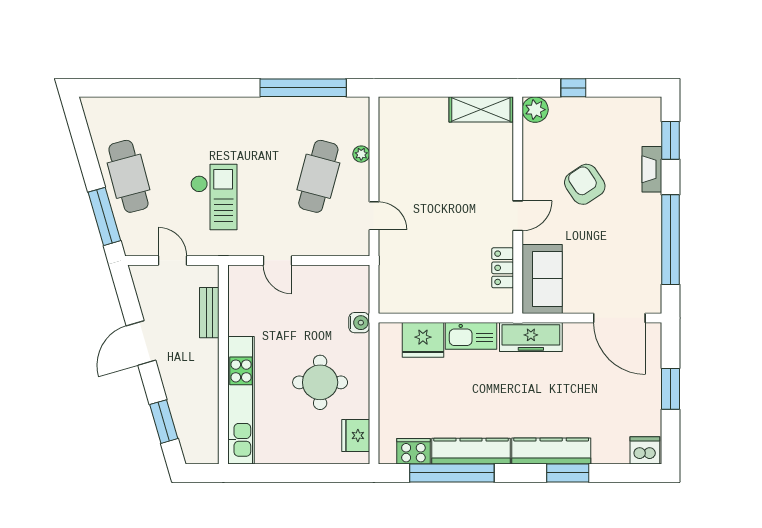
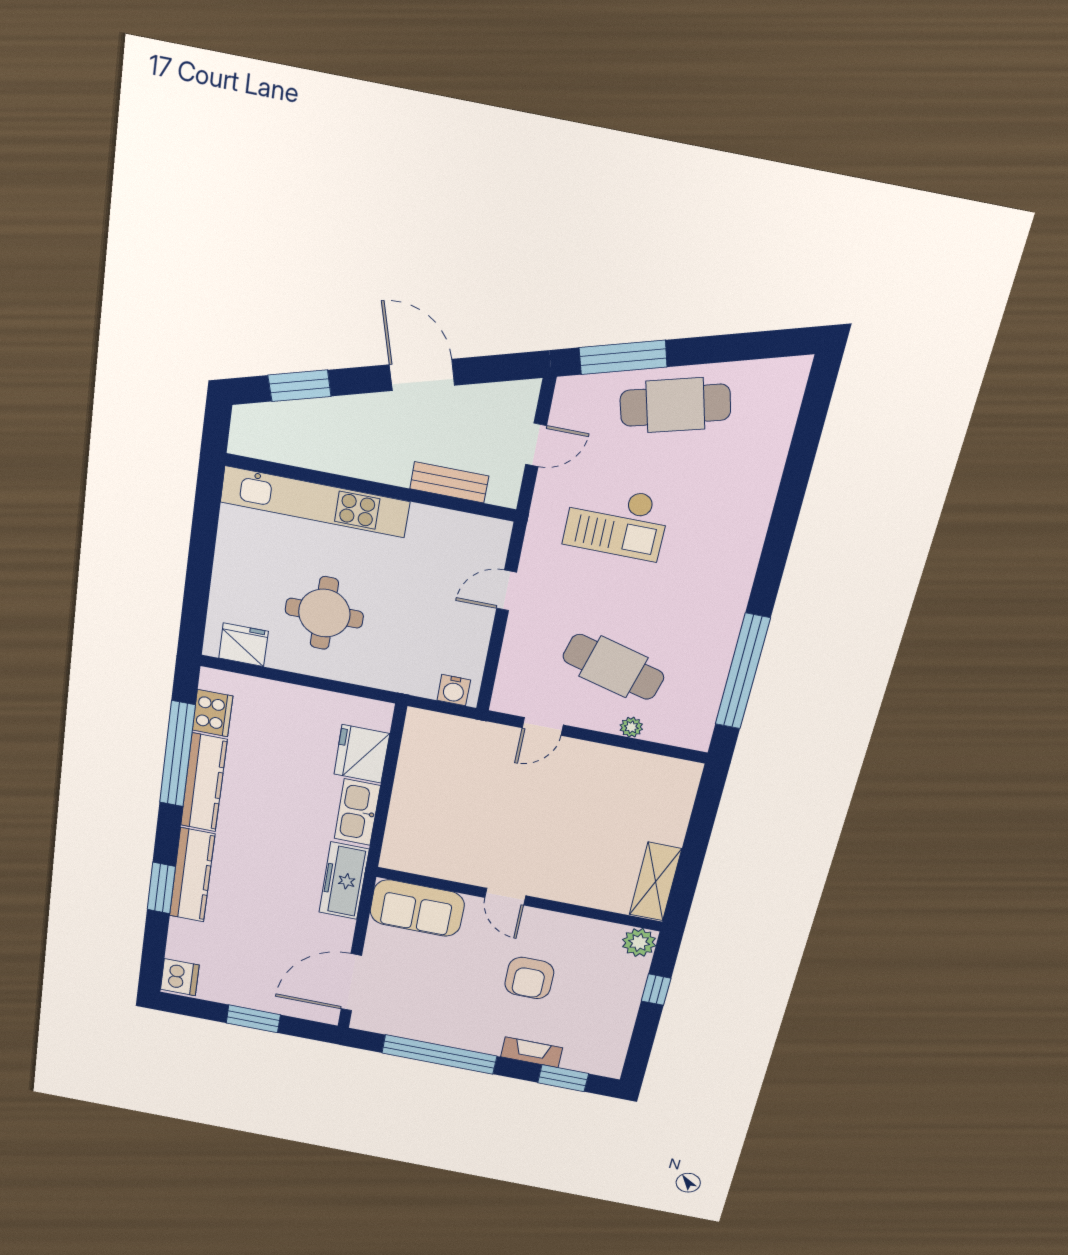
armchair: (585, 184) -> (529, 978), turned 124
locker: (503, 268) -> (441, 866), removed
water cooler: (359, 323) -> (454, 690), moved

